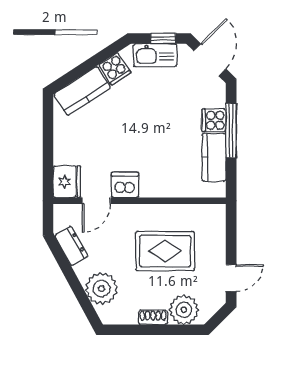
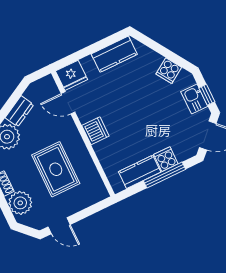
kitchen sink: (155, 55) -> (194, 99), width x0.73
kitchen counter: (82, 91) -> (114, 54), moved, turned -57
dishwasher: (125, 185) -> (95, 131), moved
dresser: (71, 246) -> (19, 111), moved

